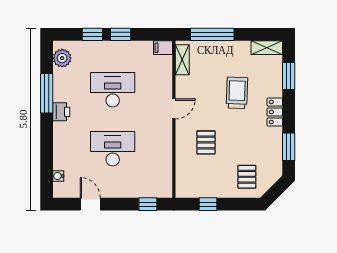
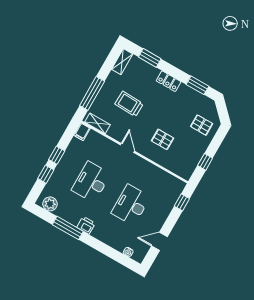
trolley: (237, 93) -> (129, 104), moved

